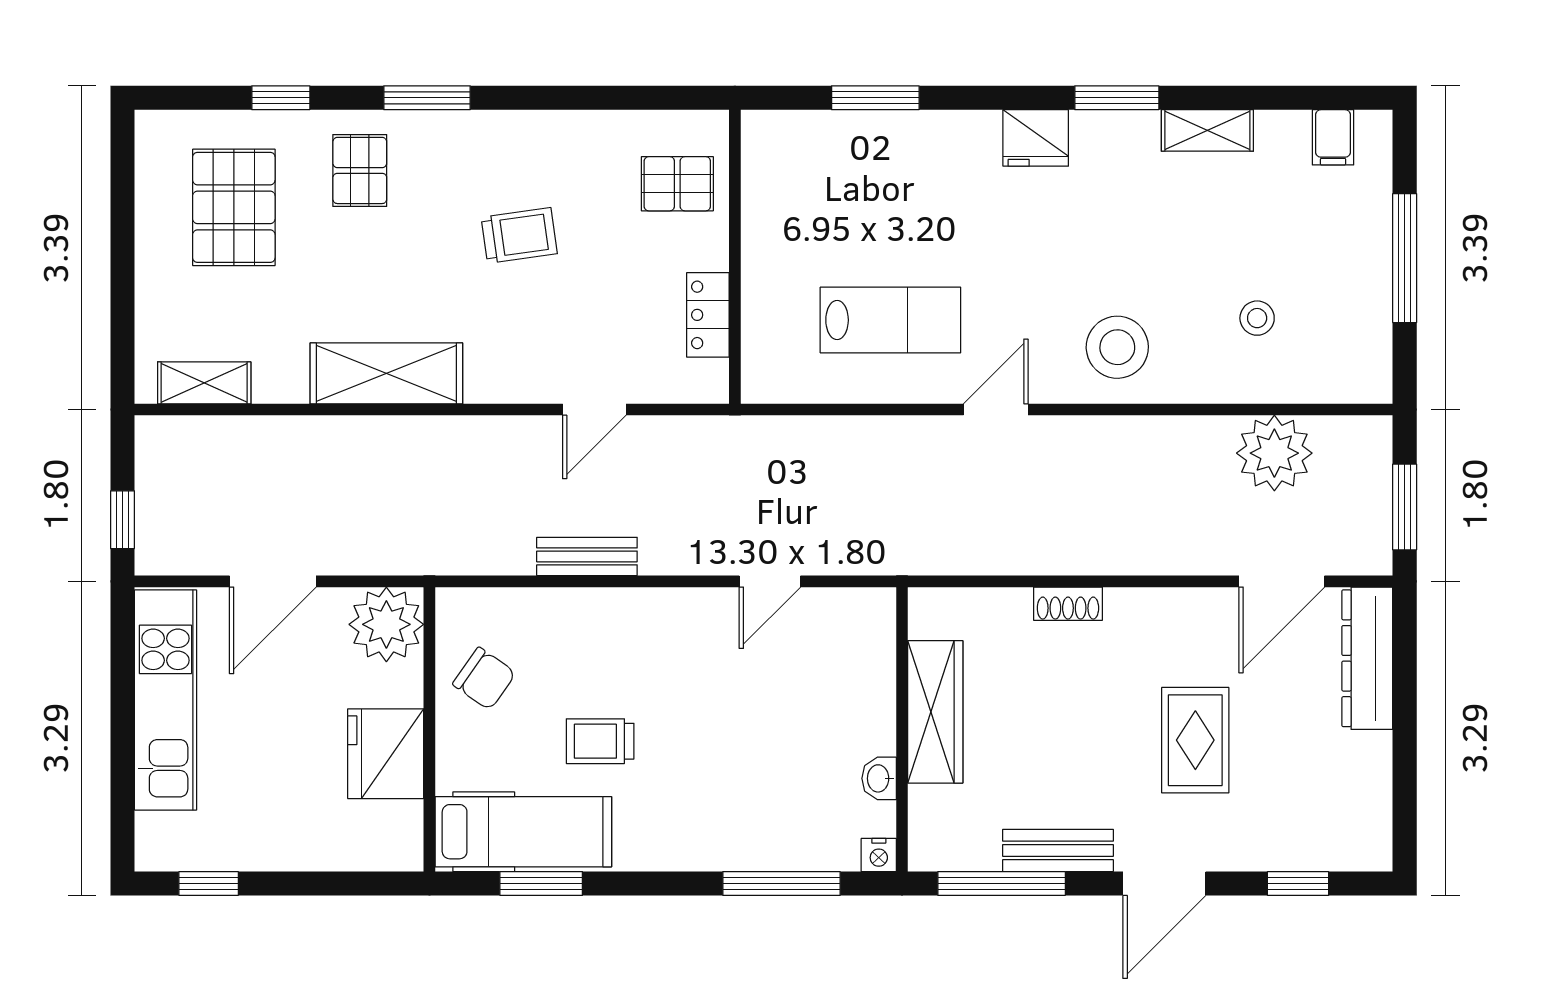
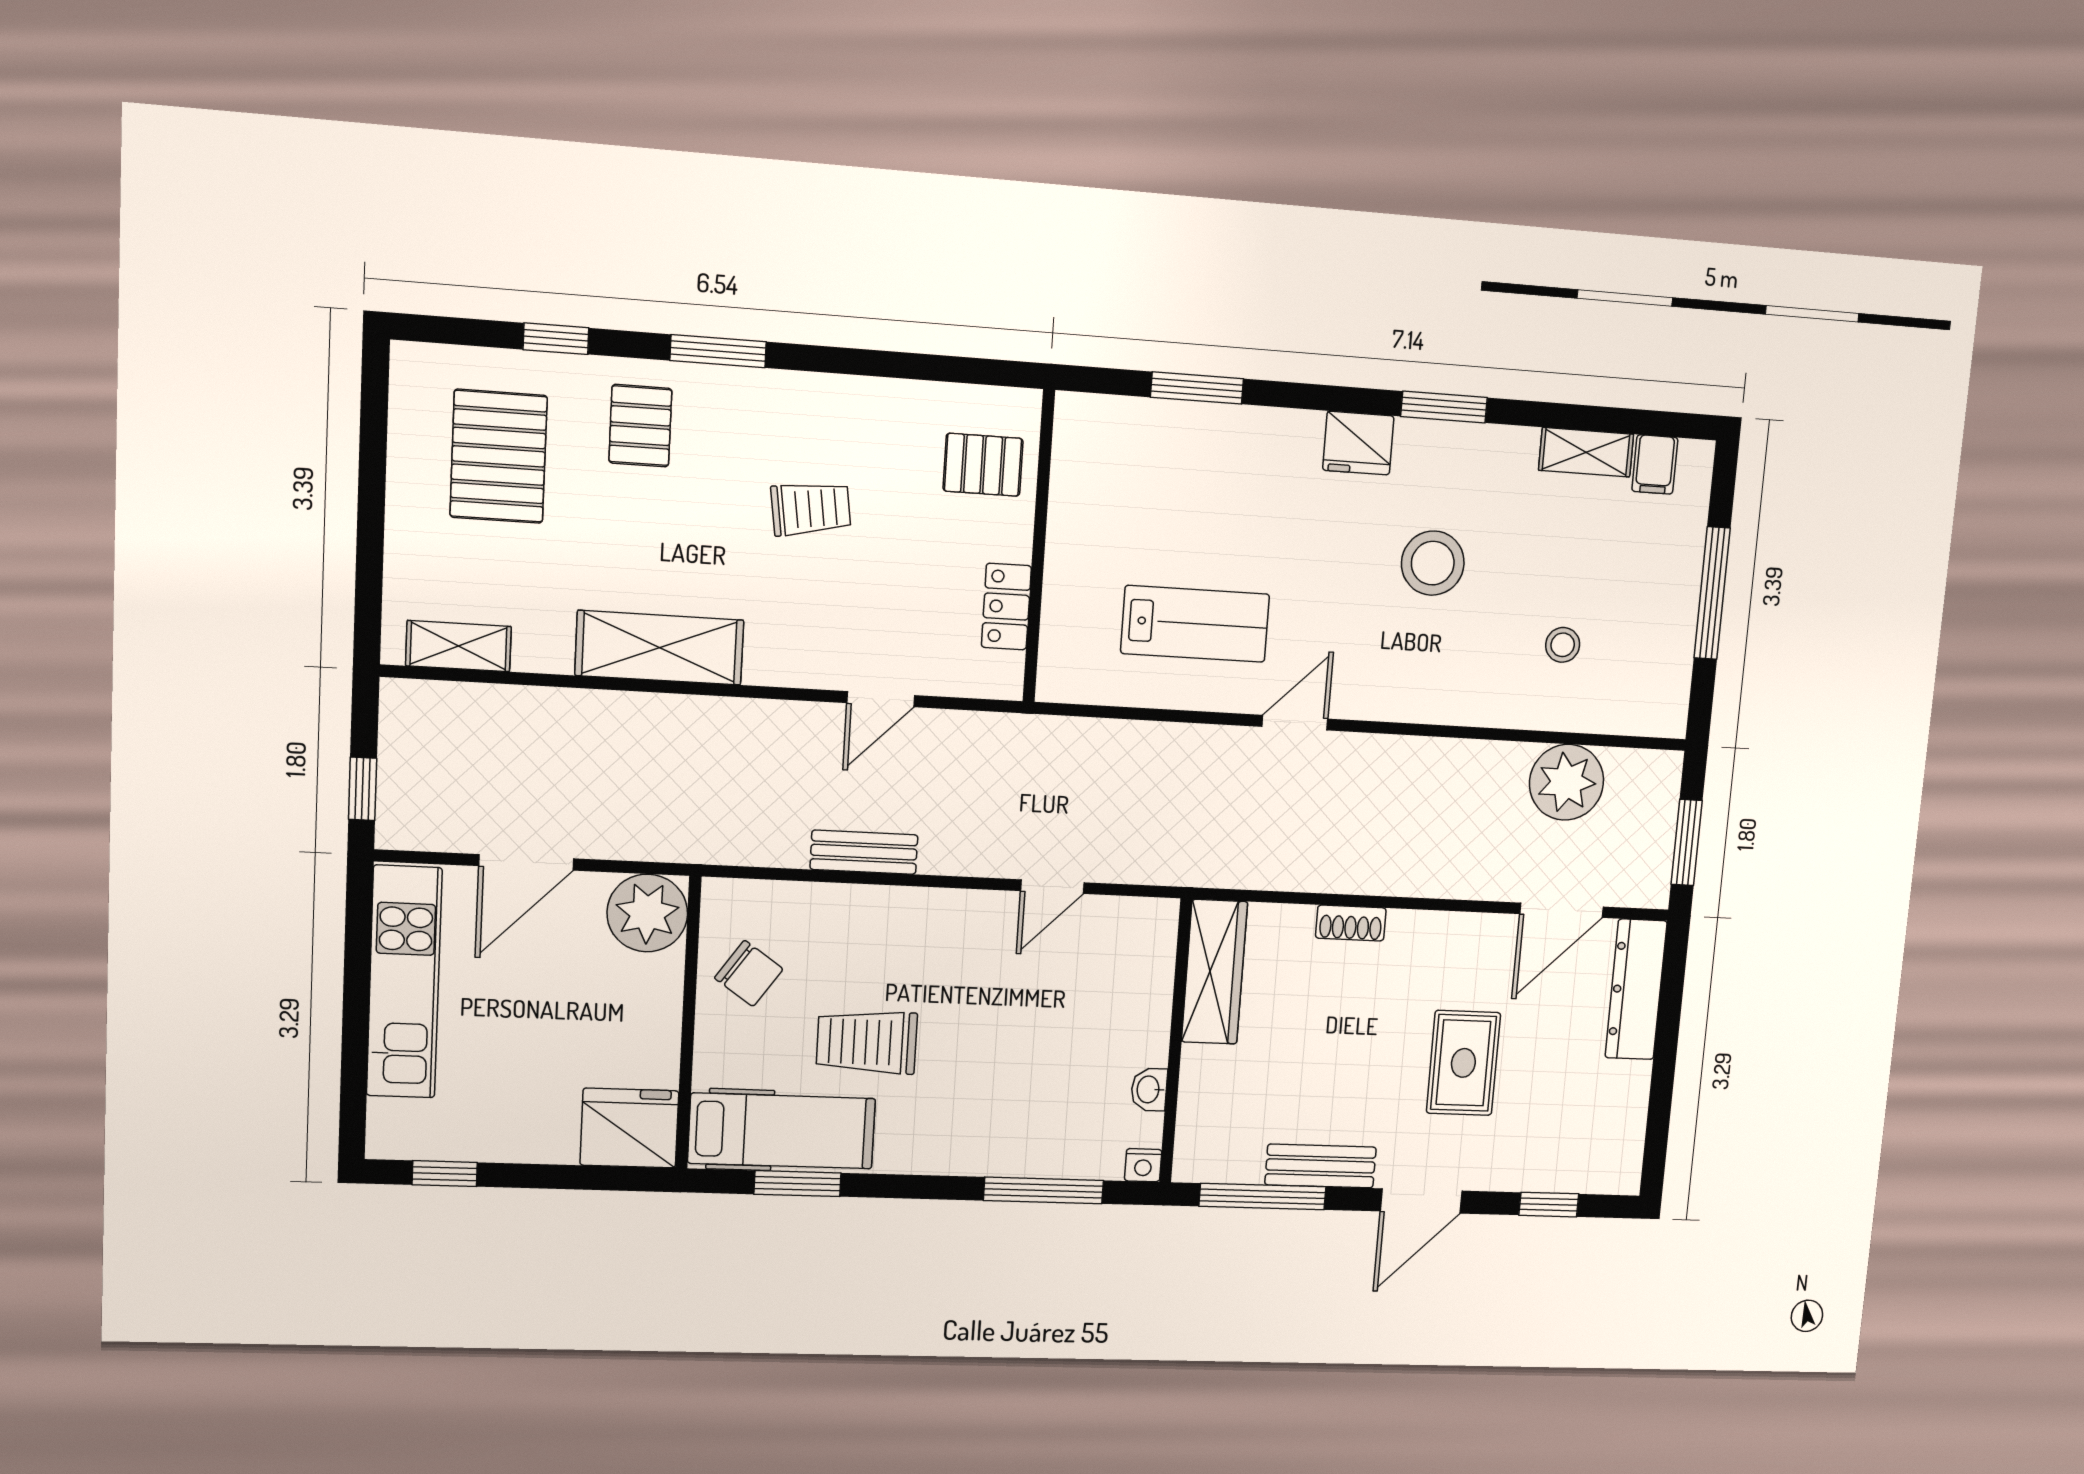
shelving: (1207, 130) -> (1586, 452), moved
stool: (1117, 347) -> (1433, 563), moved
wardrobe: (935, 712) -> (1214, 972), moved
trolley: (600, 741) -> (867, 1042), width x1.36, depth x1.39
fridge: (386, 754) -> (629, 1128), moved, turned 90

